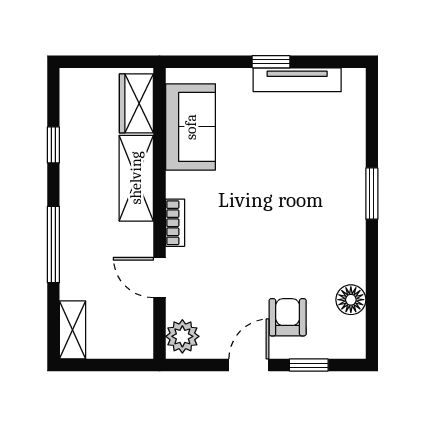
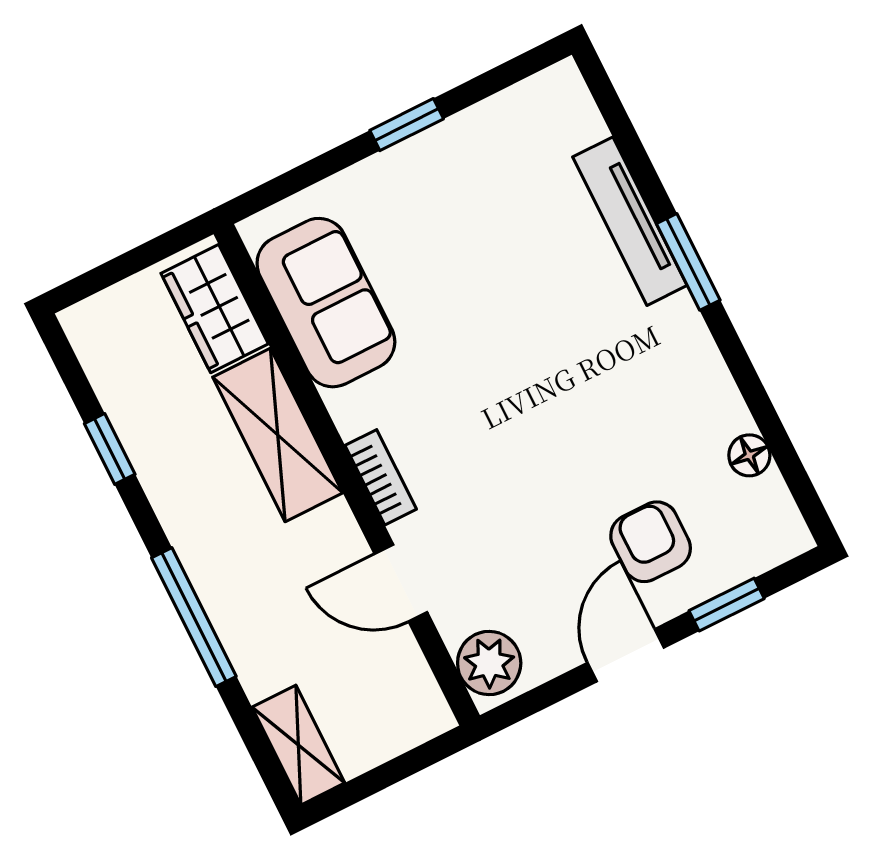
tv unit: (297, 80) -> (630, 221), moved, turned 90
floor lamp: (351, 300) -> (749, 455), width x0.73, depth x0.73

